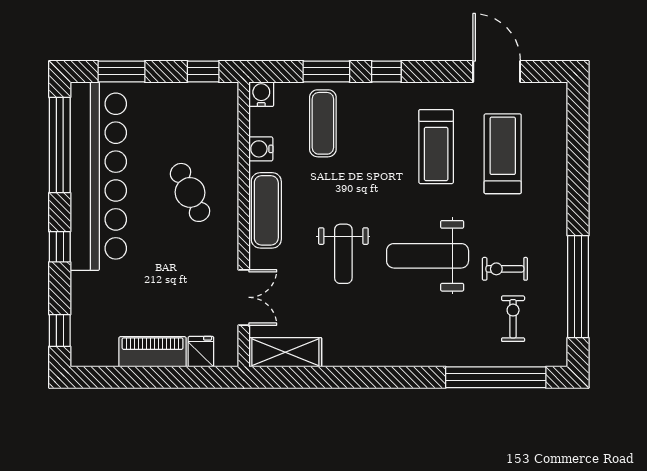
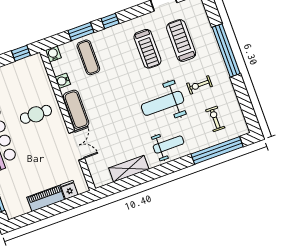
cafe table: (190, 192) -> (36, 114), turned -64
weight bench: (343, 254) -> (169, 145), moved, turned -90
exercise bike: (505, 269) -> (199, 85), moved
window: (578, 287) -> (226, 50), moved
double door: (244, 297) -> (77, 146), moved
shelving: (285, 352) -> (129, 169), moved

